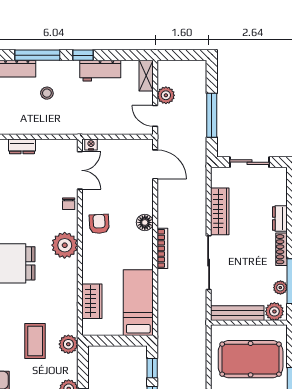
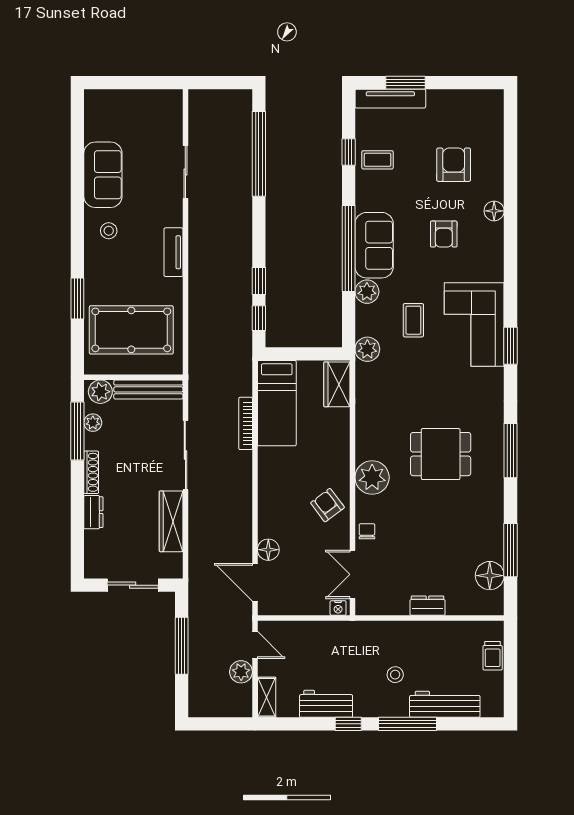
floor lamp: (145, 222) -> (268, 550), moved
armchair: (99, 224) -> (327, 505), turned 146
bookcase: (162, 248) -> (246, 423), moved
wardrobe: (92, 301) -> (337, 384), moved
coffee table: (35, 341) -> (413, 320), moved, width x0.73, depth x0.77

